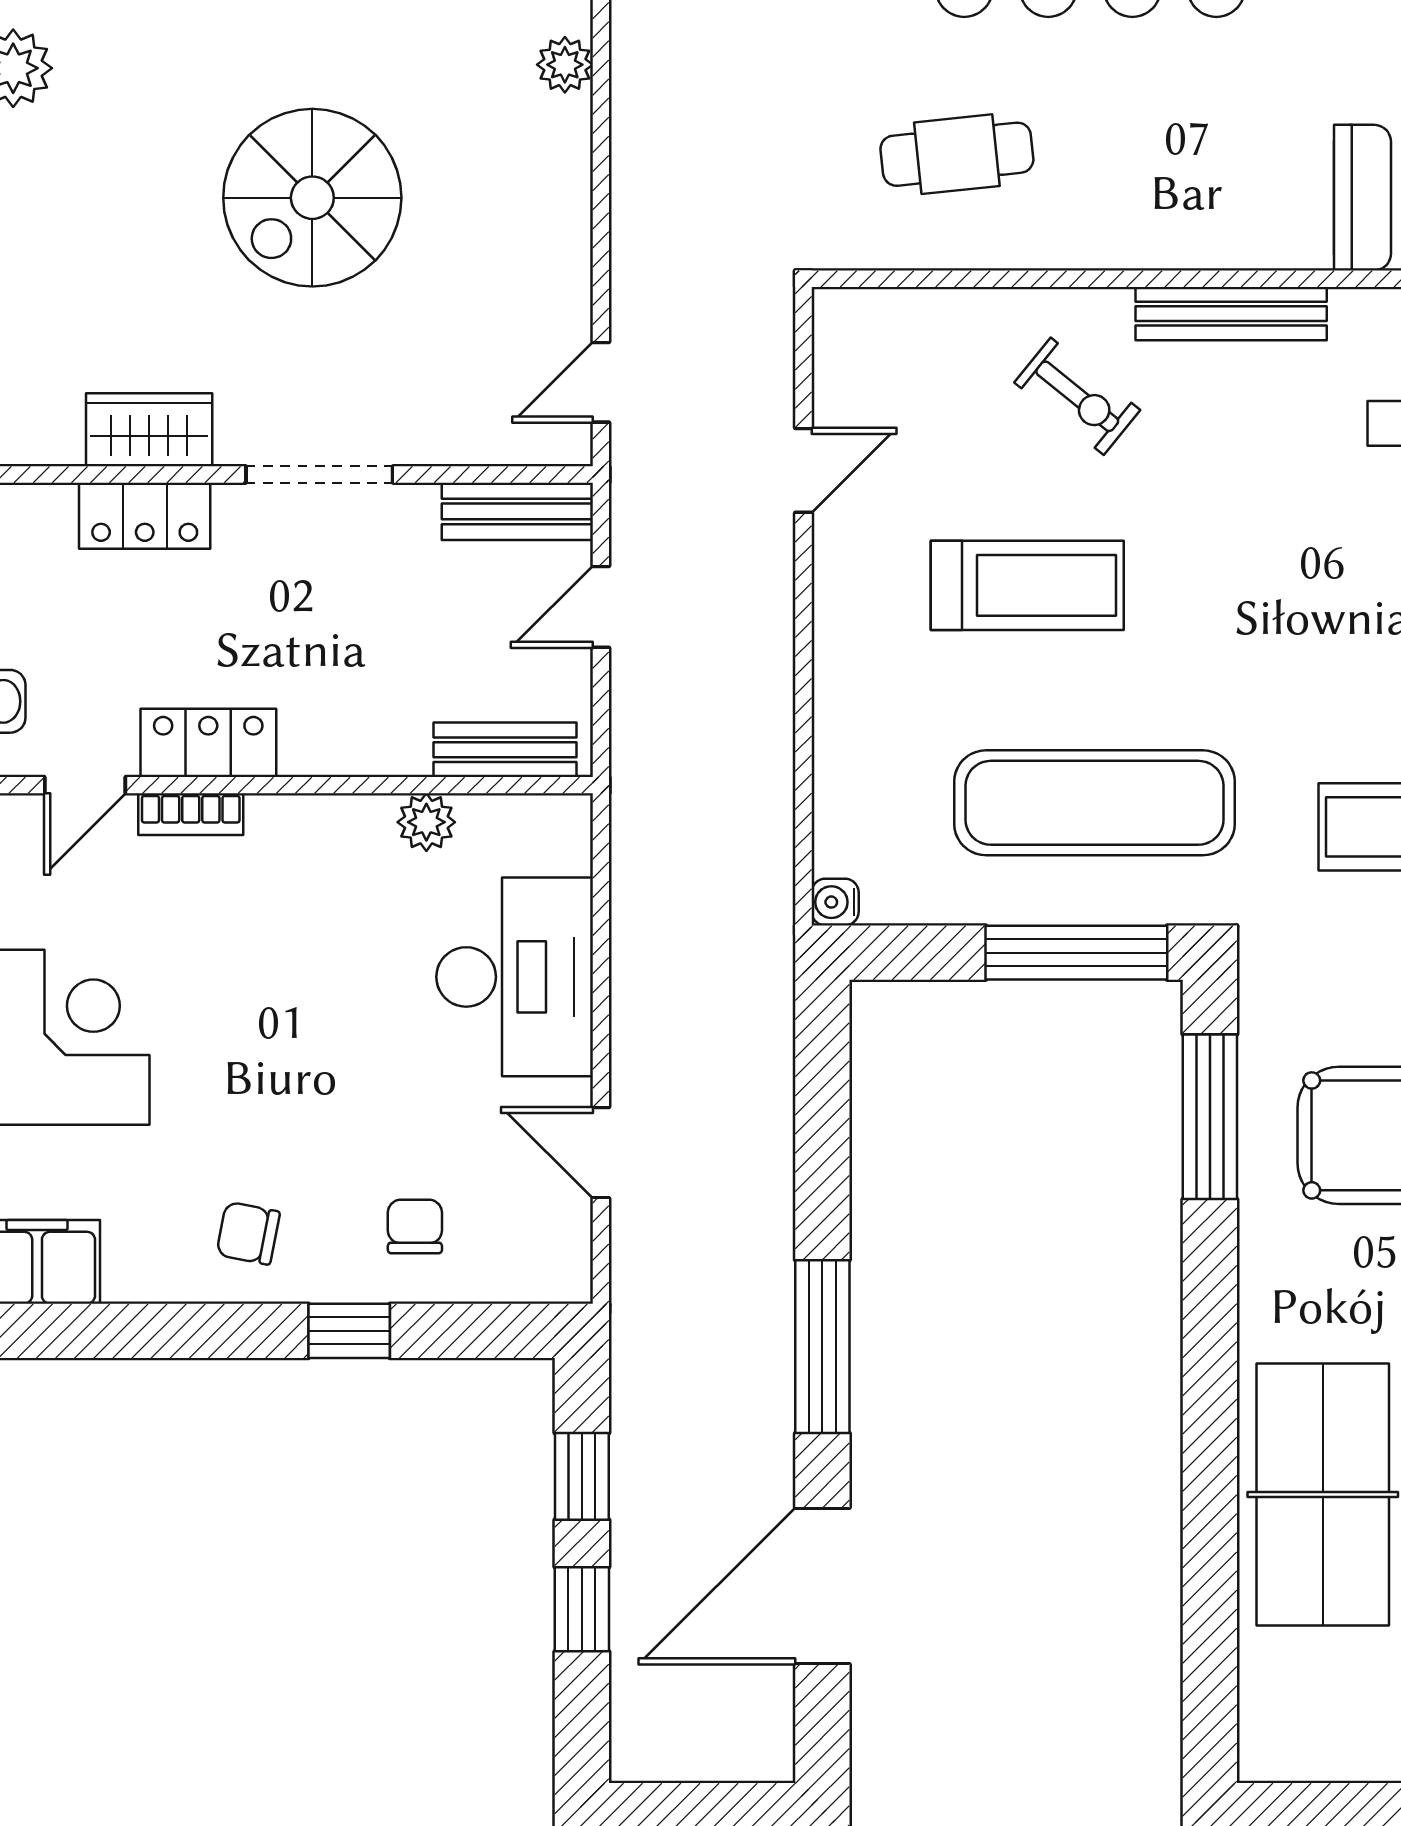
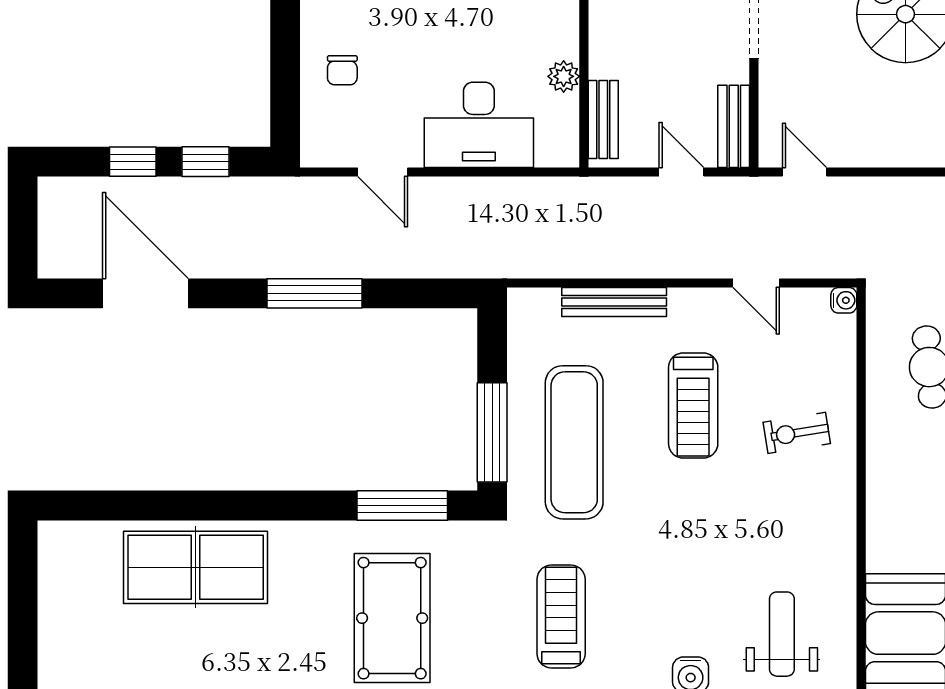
bench: (1231, 314) -> (614, 302), moved, turned 90
exercise bike: (1077, 396) -> (797, 433), turned 42
water cooler: (835, 902) -> (844, 300), moved, turned 90
door: (601, 1153) -> (383, 172), swing flipped
chair: (415, 1226) -> (342, 70), turned 90
window: (349, 1331) -> (285, 34), removed
window: (822, 1347) -> (314, 293), moved

